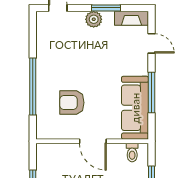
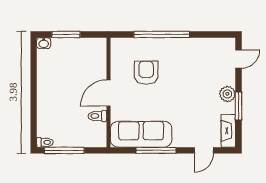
toilet: (132, 153) -> (97, 116), moved

